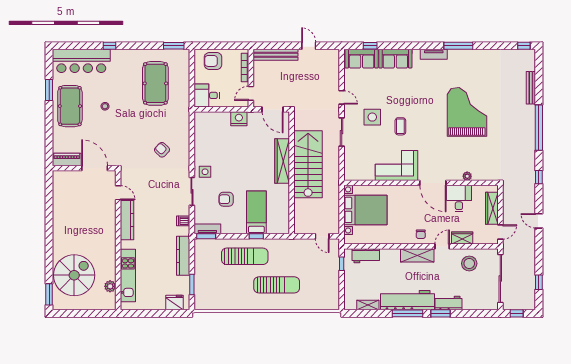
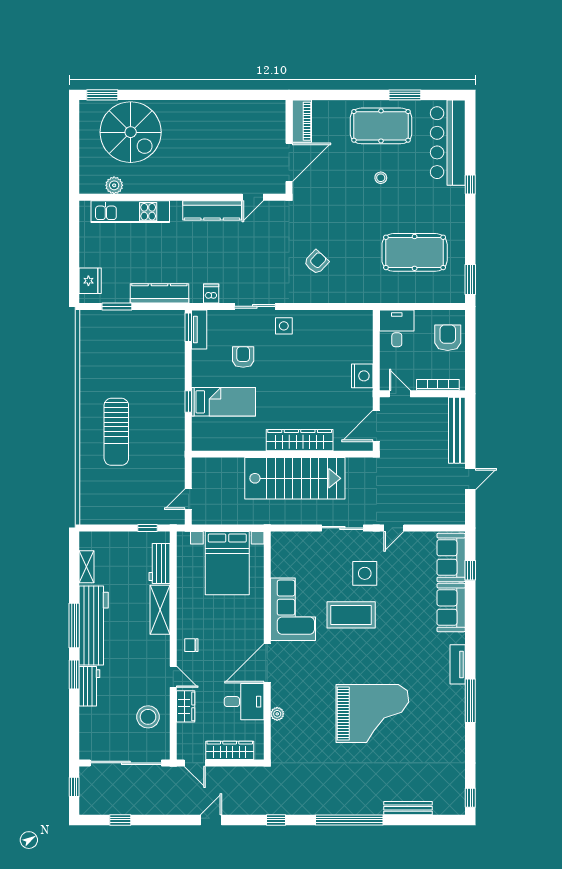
coffee table: (400, 126) -> (351, 615), width x1.86, depth x1.72
shelving: (417, 255) -> (160, 610), moved
sun lounger: (245, 256) -> (159, 385), removed

